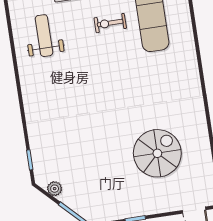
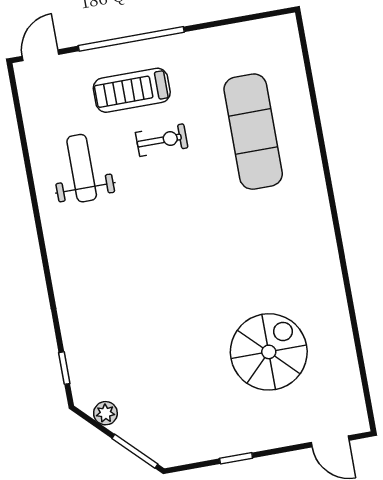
exercise bike: (110, 23) -> (162, 140), moved, turned 180

